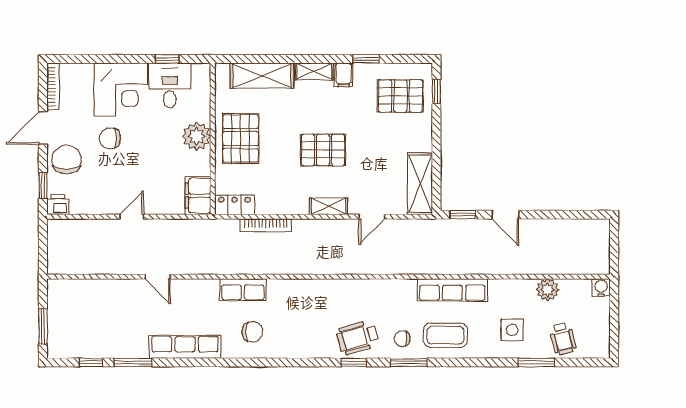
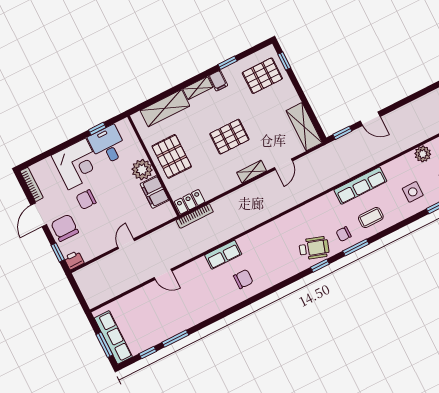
filing cabinet: (198, 196) -> (155, 192), moved
bookcase: (266, 225) -> (195, 216), moved
coffee table: (445, 335) -> (371, 217), width x0.73, depth x0.77
wheelchair: (358, 338) -> (314, 248), turned -146
row of seats: (185, 347) -> (113, 337), moved, turned 90

